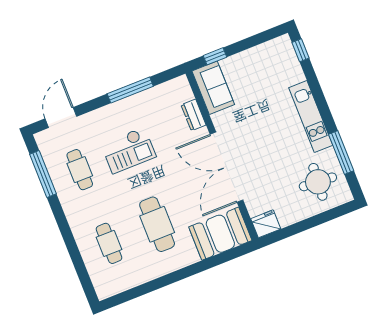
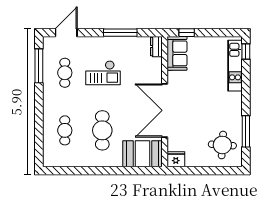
dresser: (194, 115) -> (156, 47), moved
kitchen unit: (311, 116) -> (235, 66), moved

